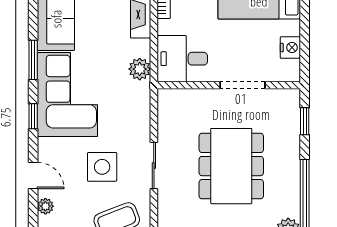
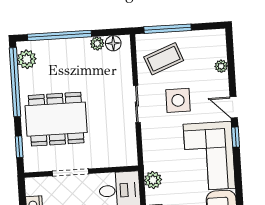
window: (33, 60) -> (238, 182), removed
dining table: (231, 166) -> (56, 119), moved, turned 90
door: (33, 175) -> (234, 107), moved

